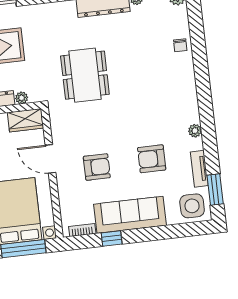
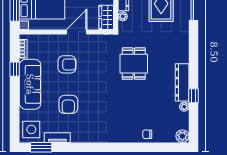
dining table: (85, 75) -> (134, 64), width x0.73
plant: (195, 131) -> (85, 138), removed
armchair: (152, 159) -> (68, 104), turned 180
armchair: (97, 167) -> (67, 64), turned -90

